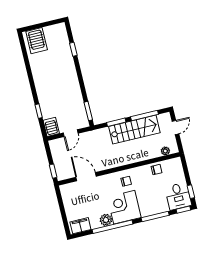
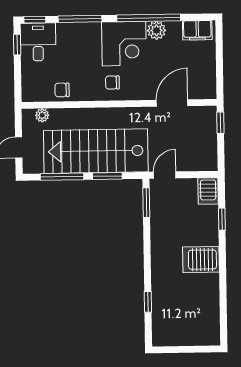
server rack: (37, 41) -> (201, 260), moved, turned -90
stairs: (134, 130) -> (96, 151), width x1.36, depth x1.51
door: (71, 133) -> (165, 175), moved
door: (86, 177) -> (172, 103), swing flipped

